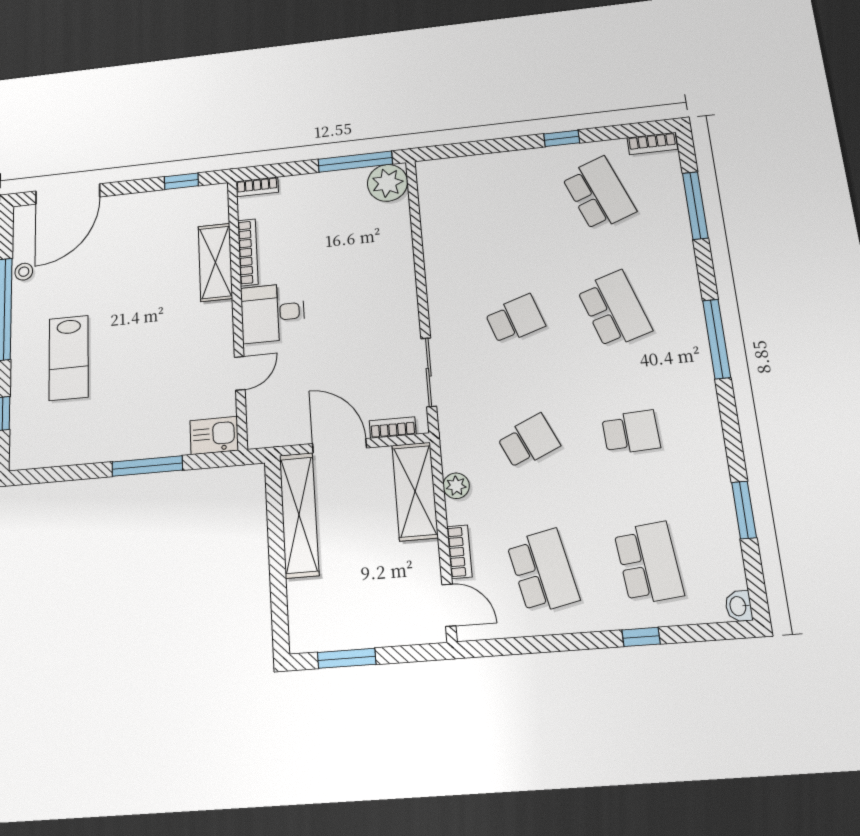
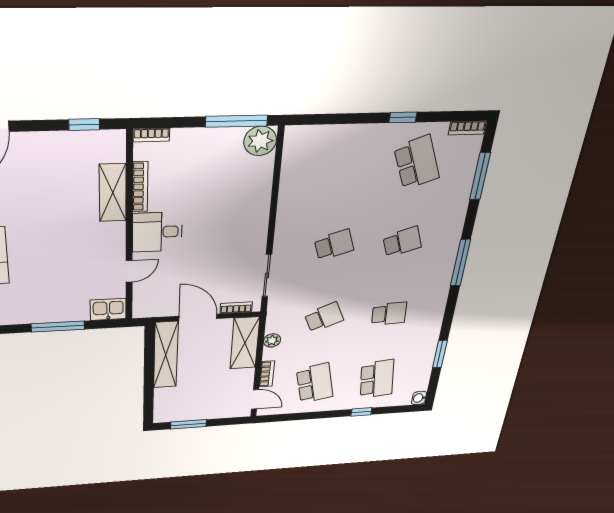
school desk: (614, 309) -> (402, 242), width x0.54

